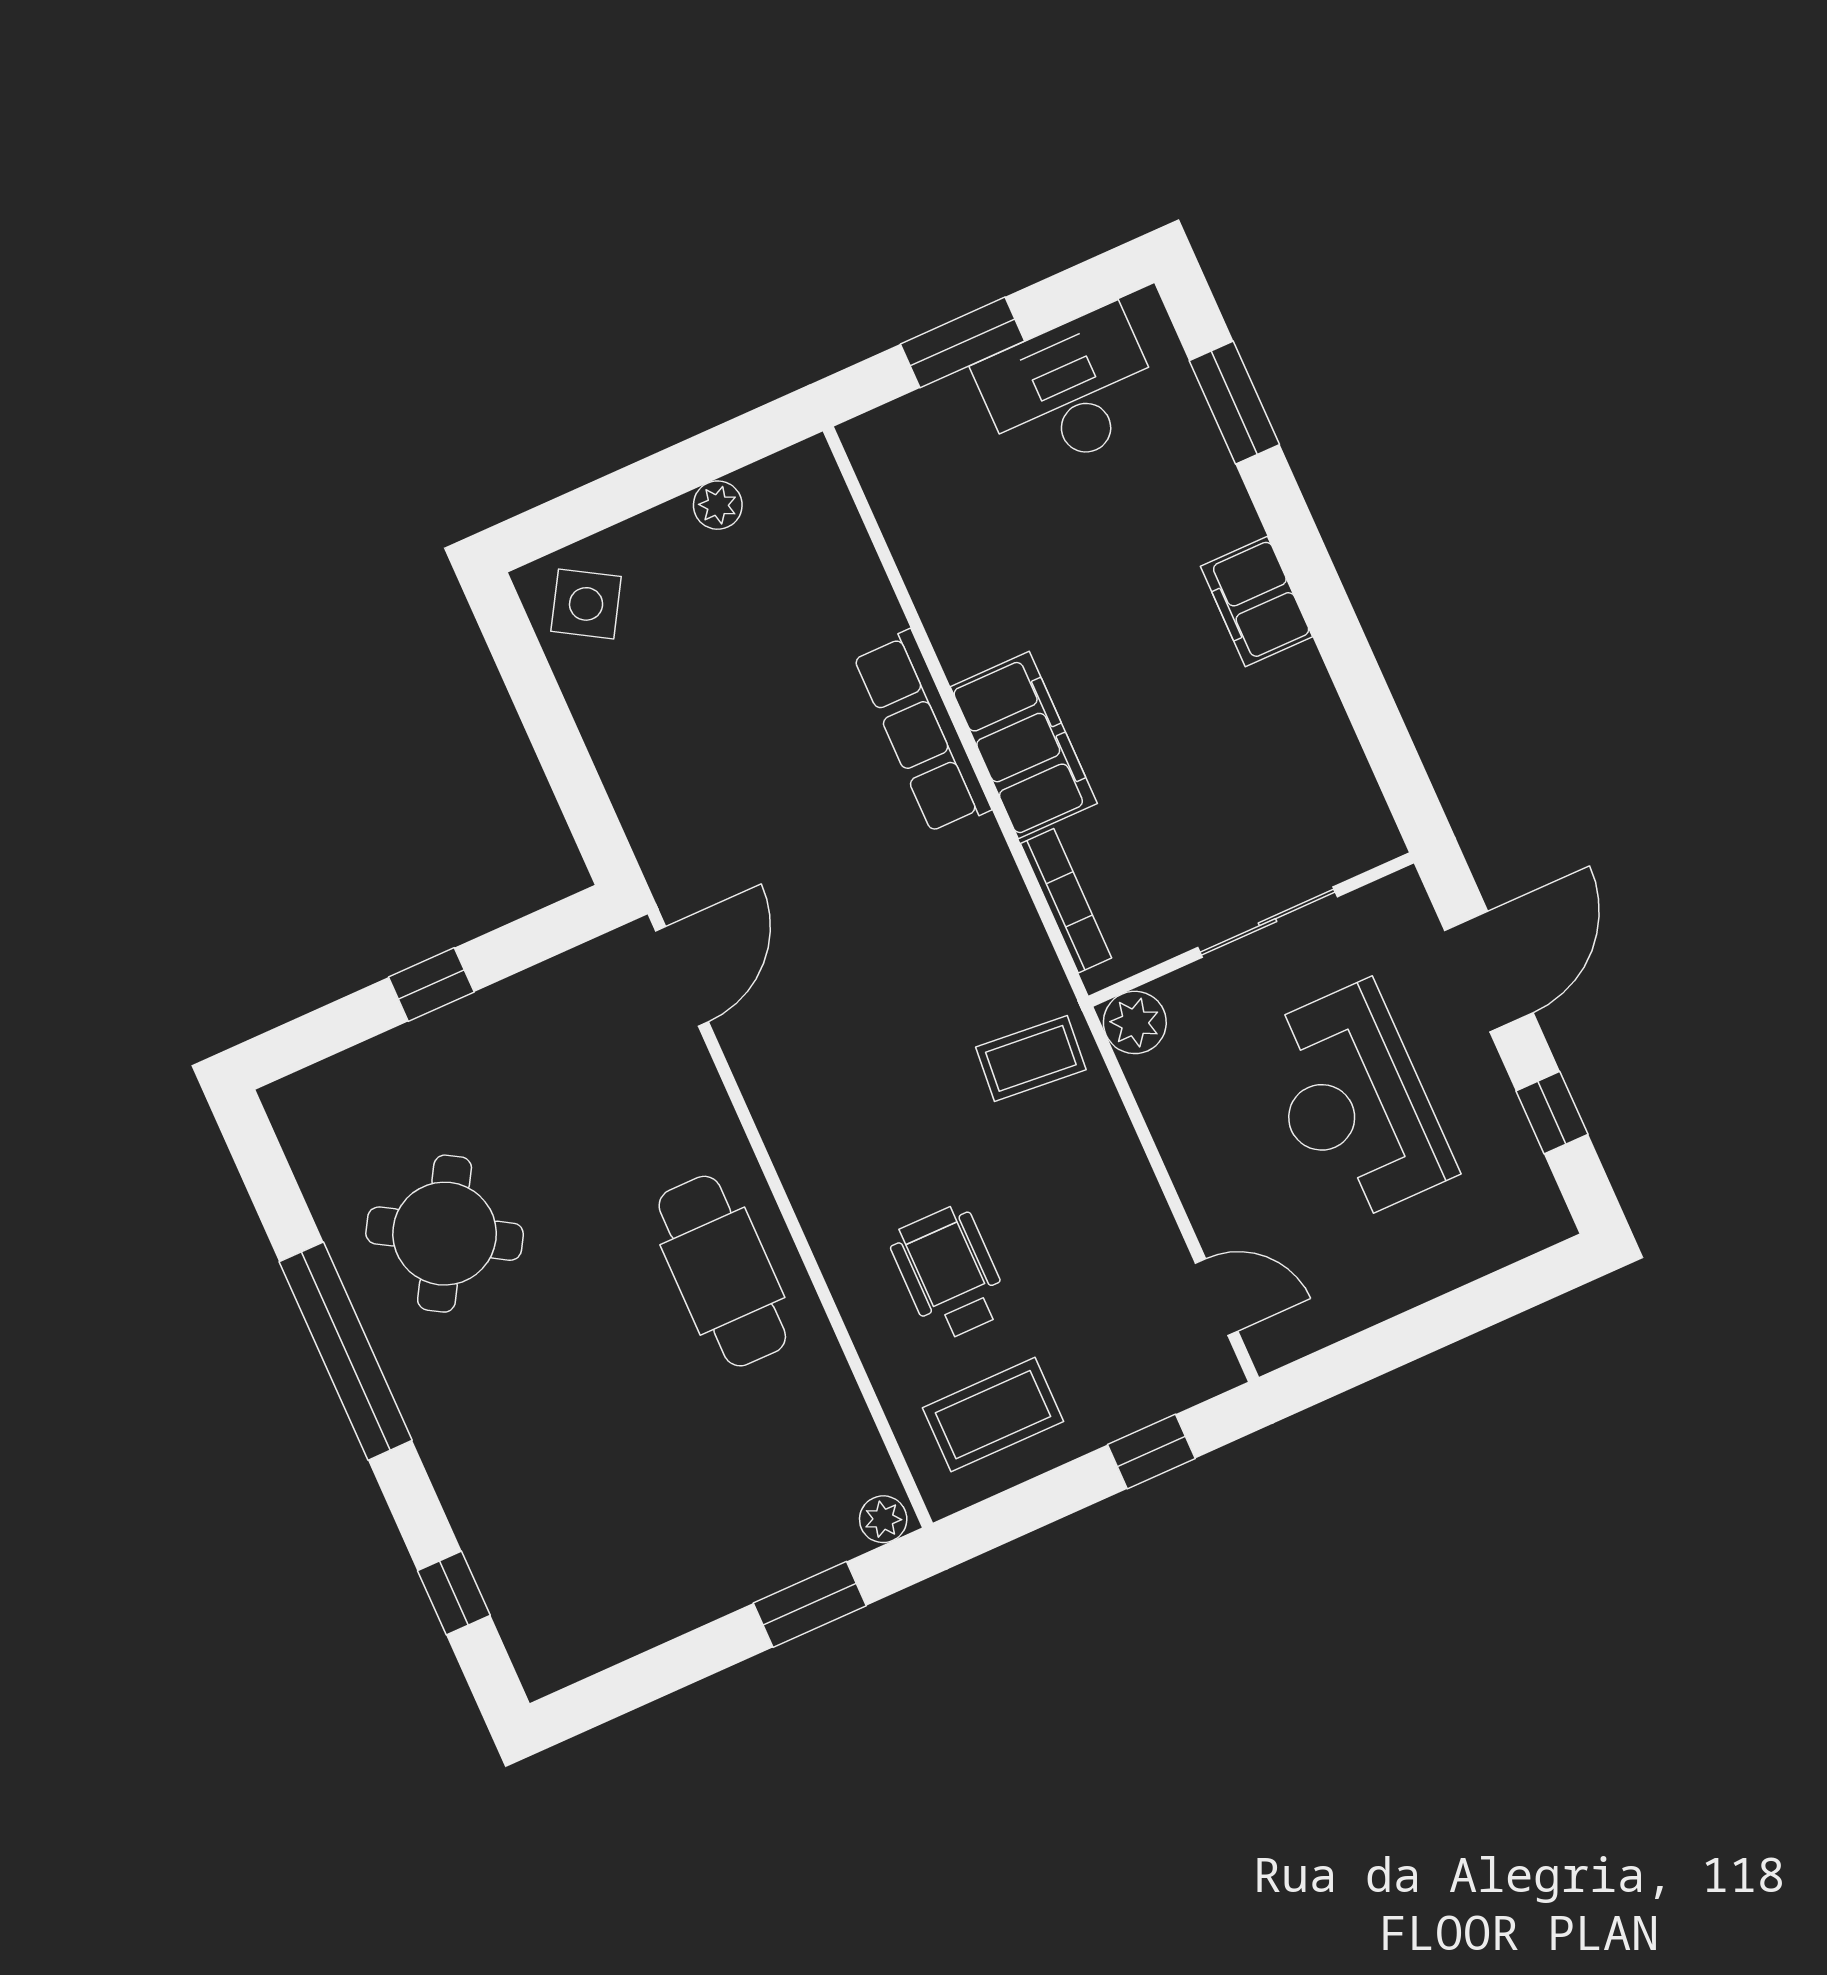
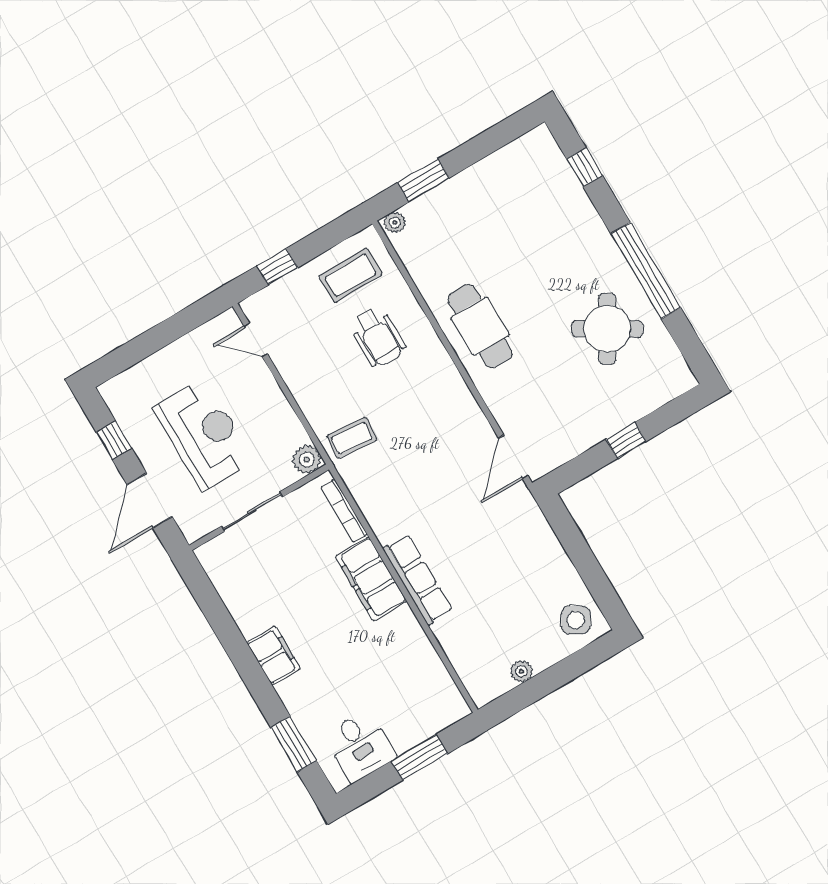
desk: (1070, 391) -> (360, 746), width x0.73

